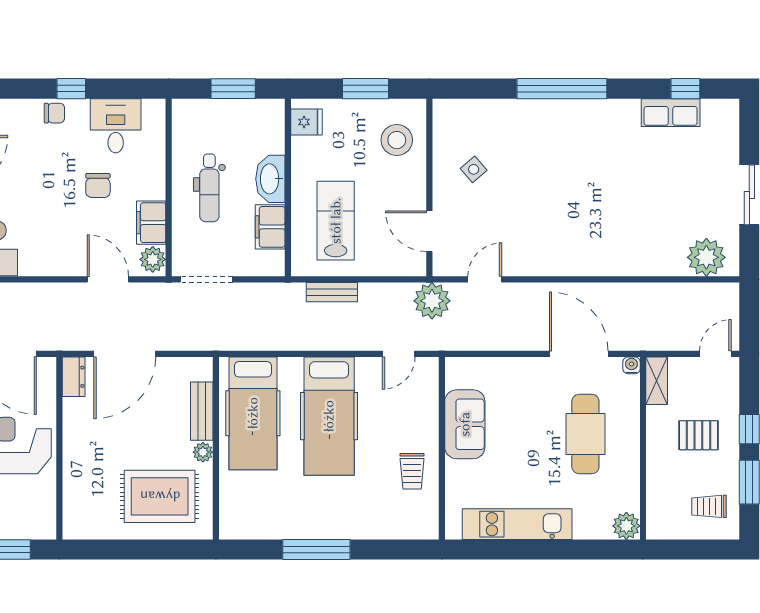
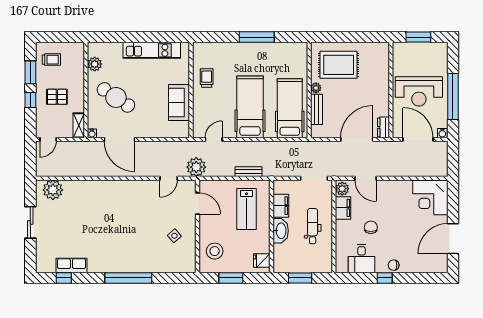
cafe table: (585, 434) -> (116, 97), turned -56
plant: (626, 526) -> (95, 64), moved

